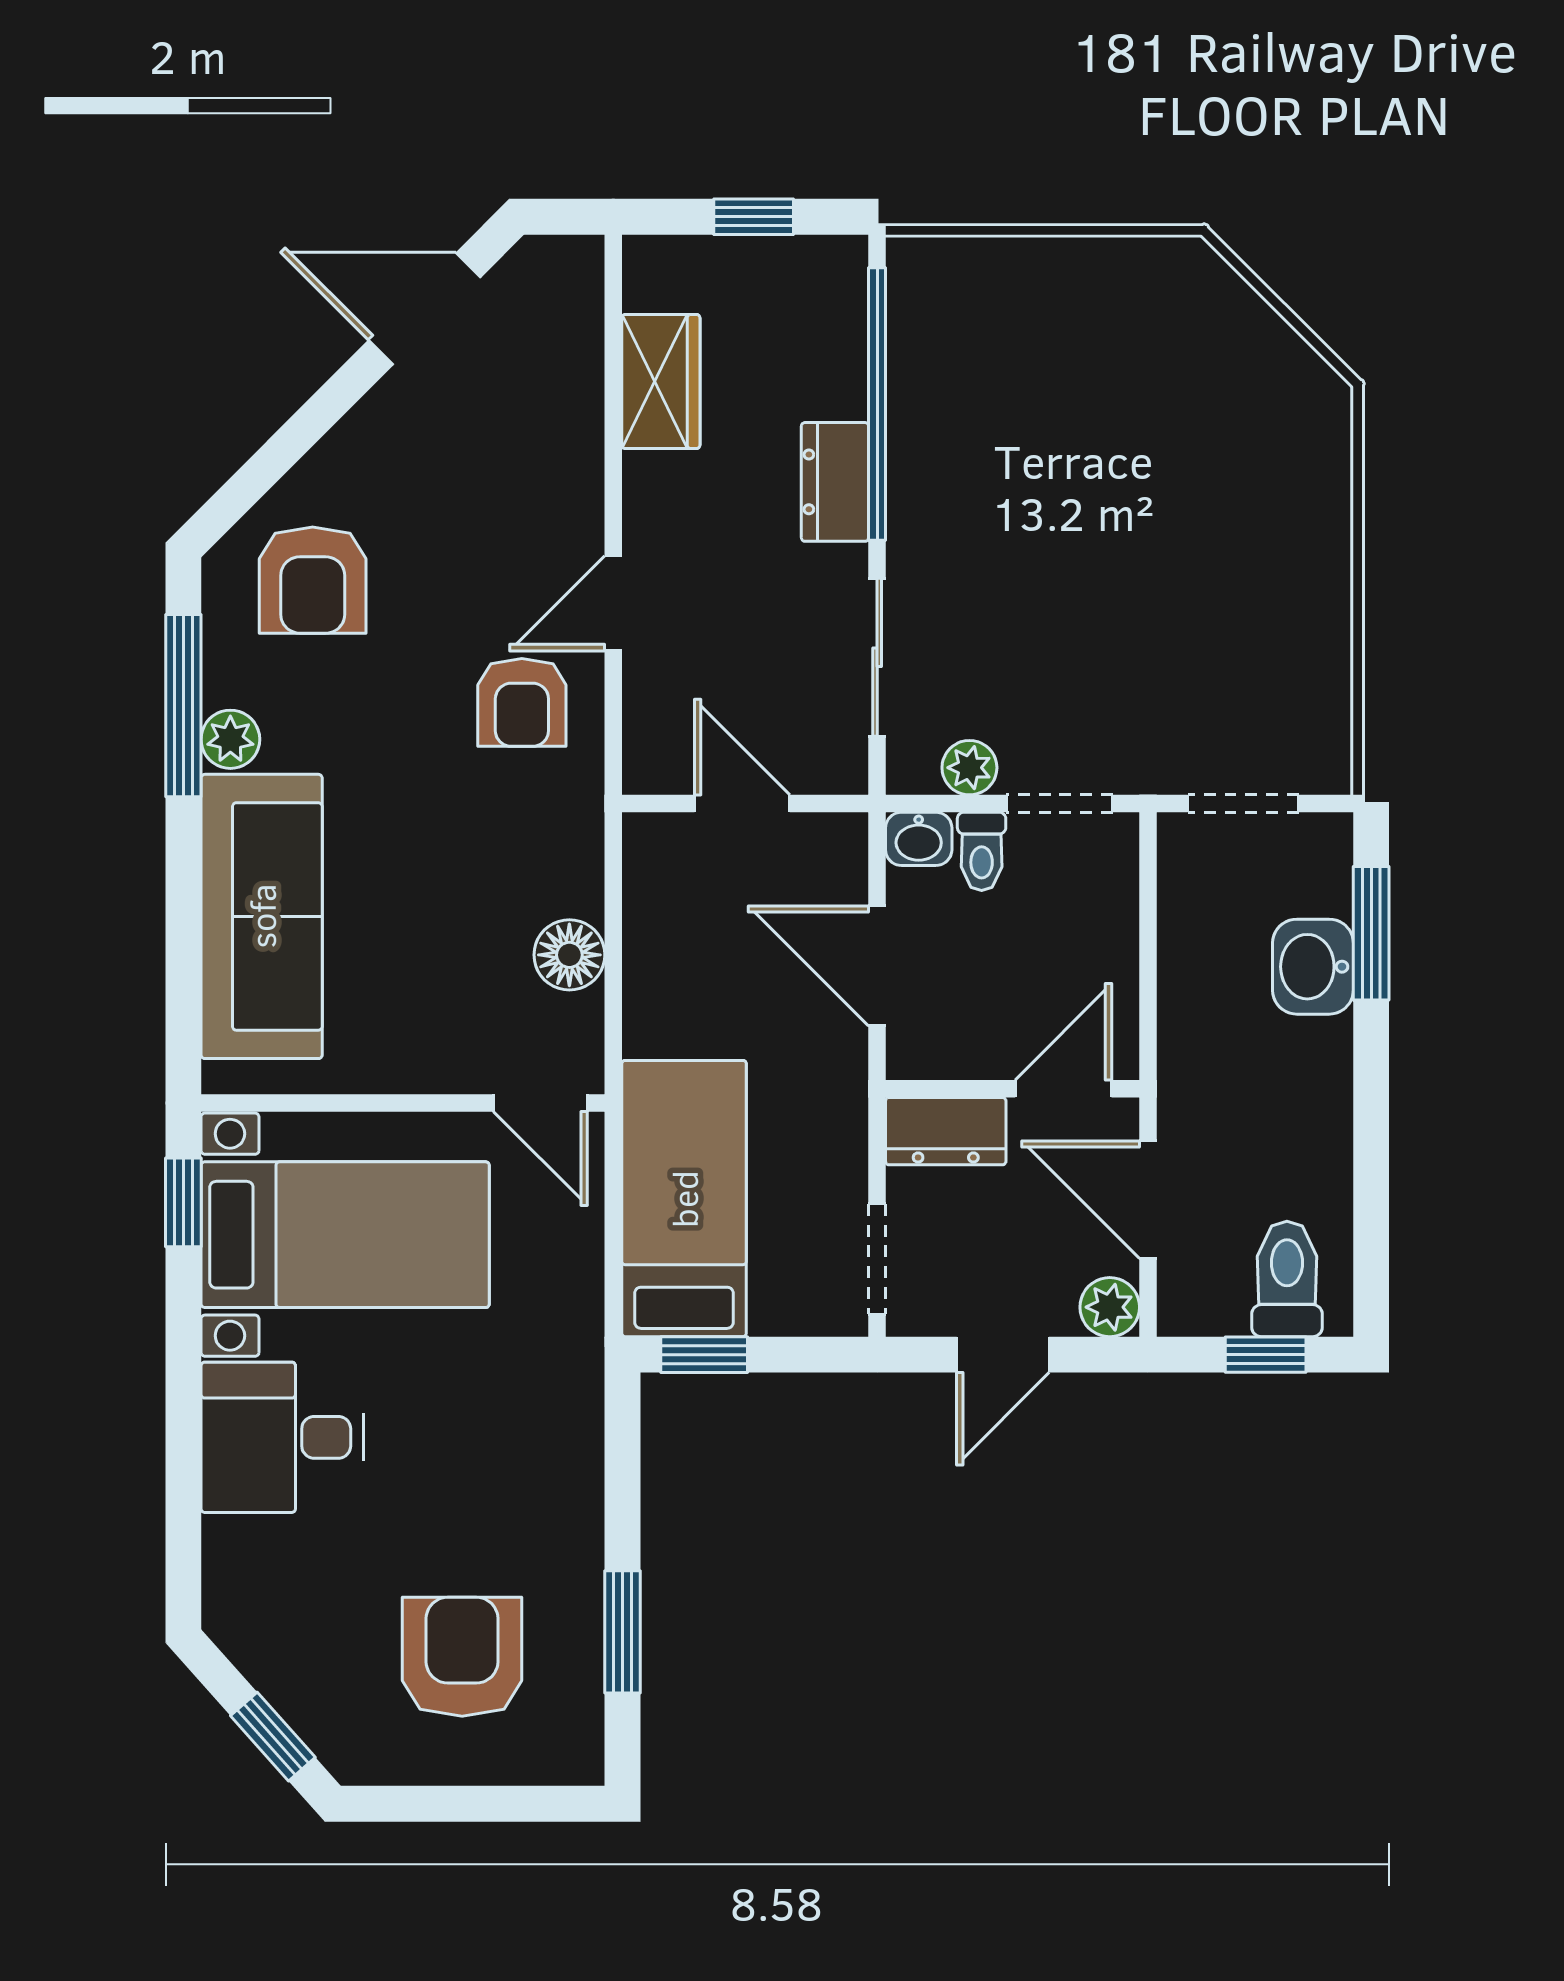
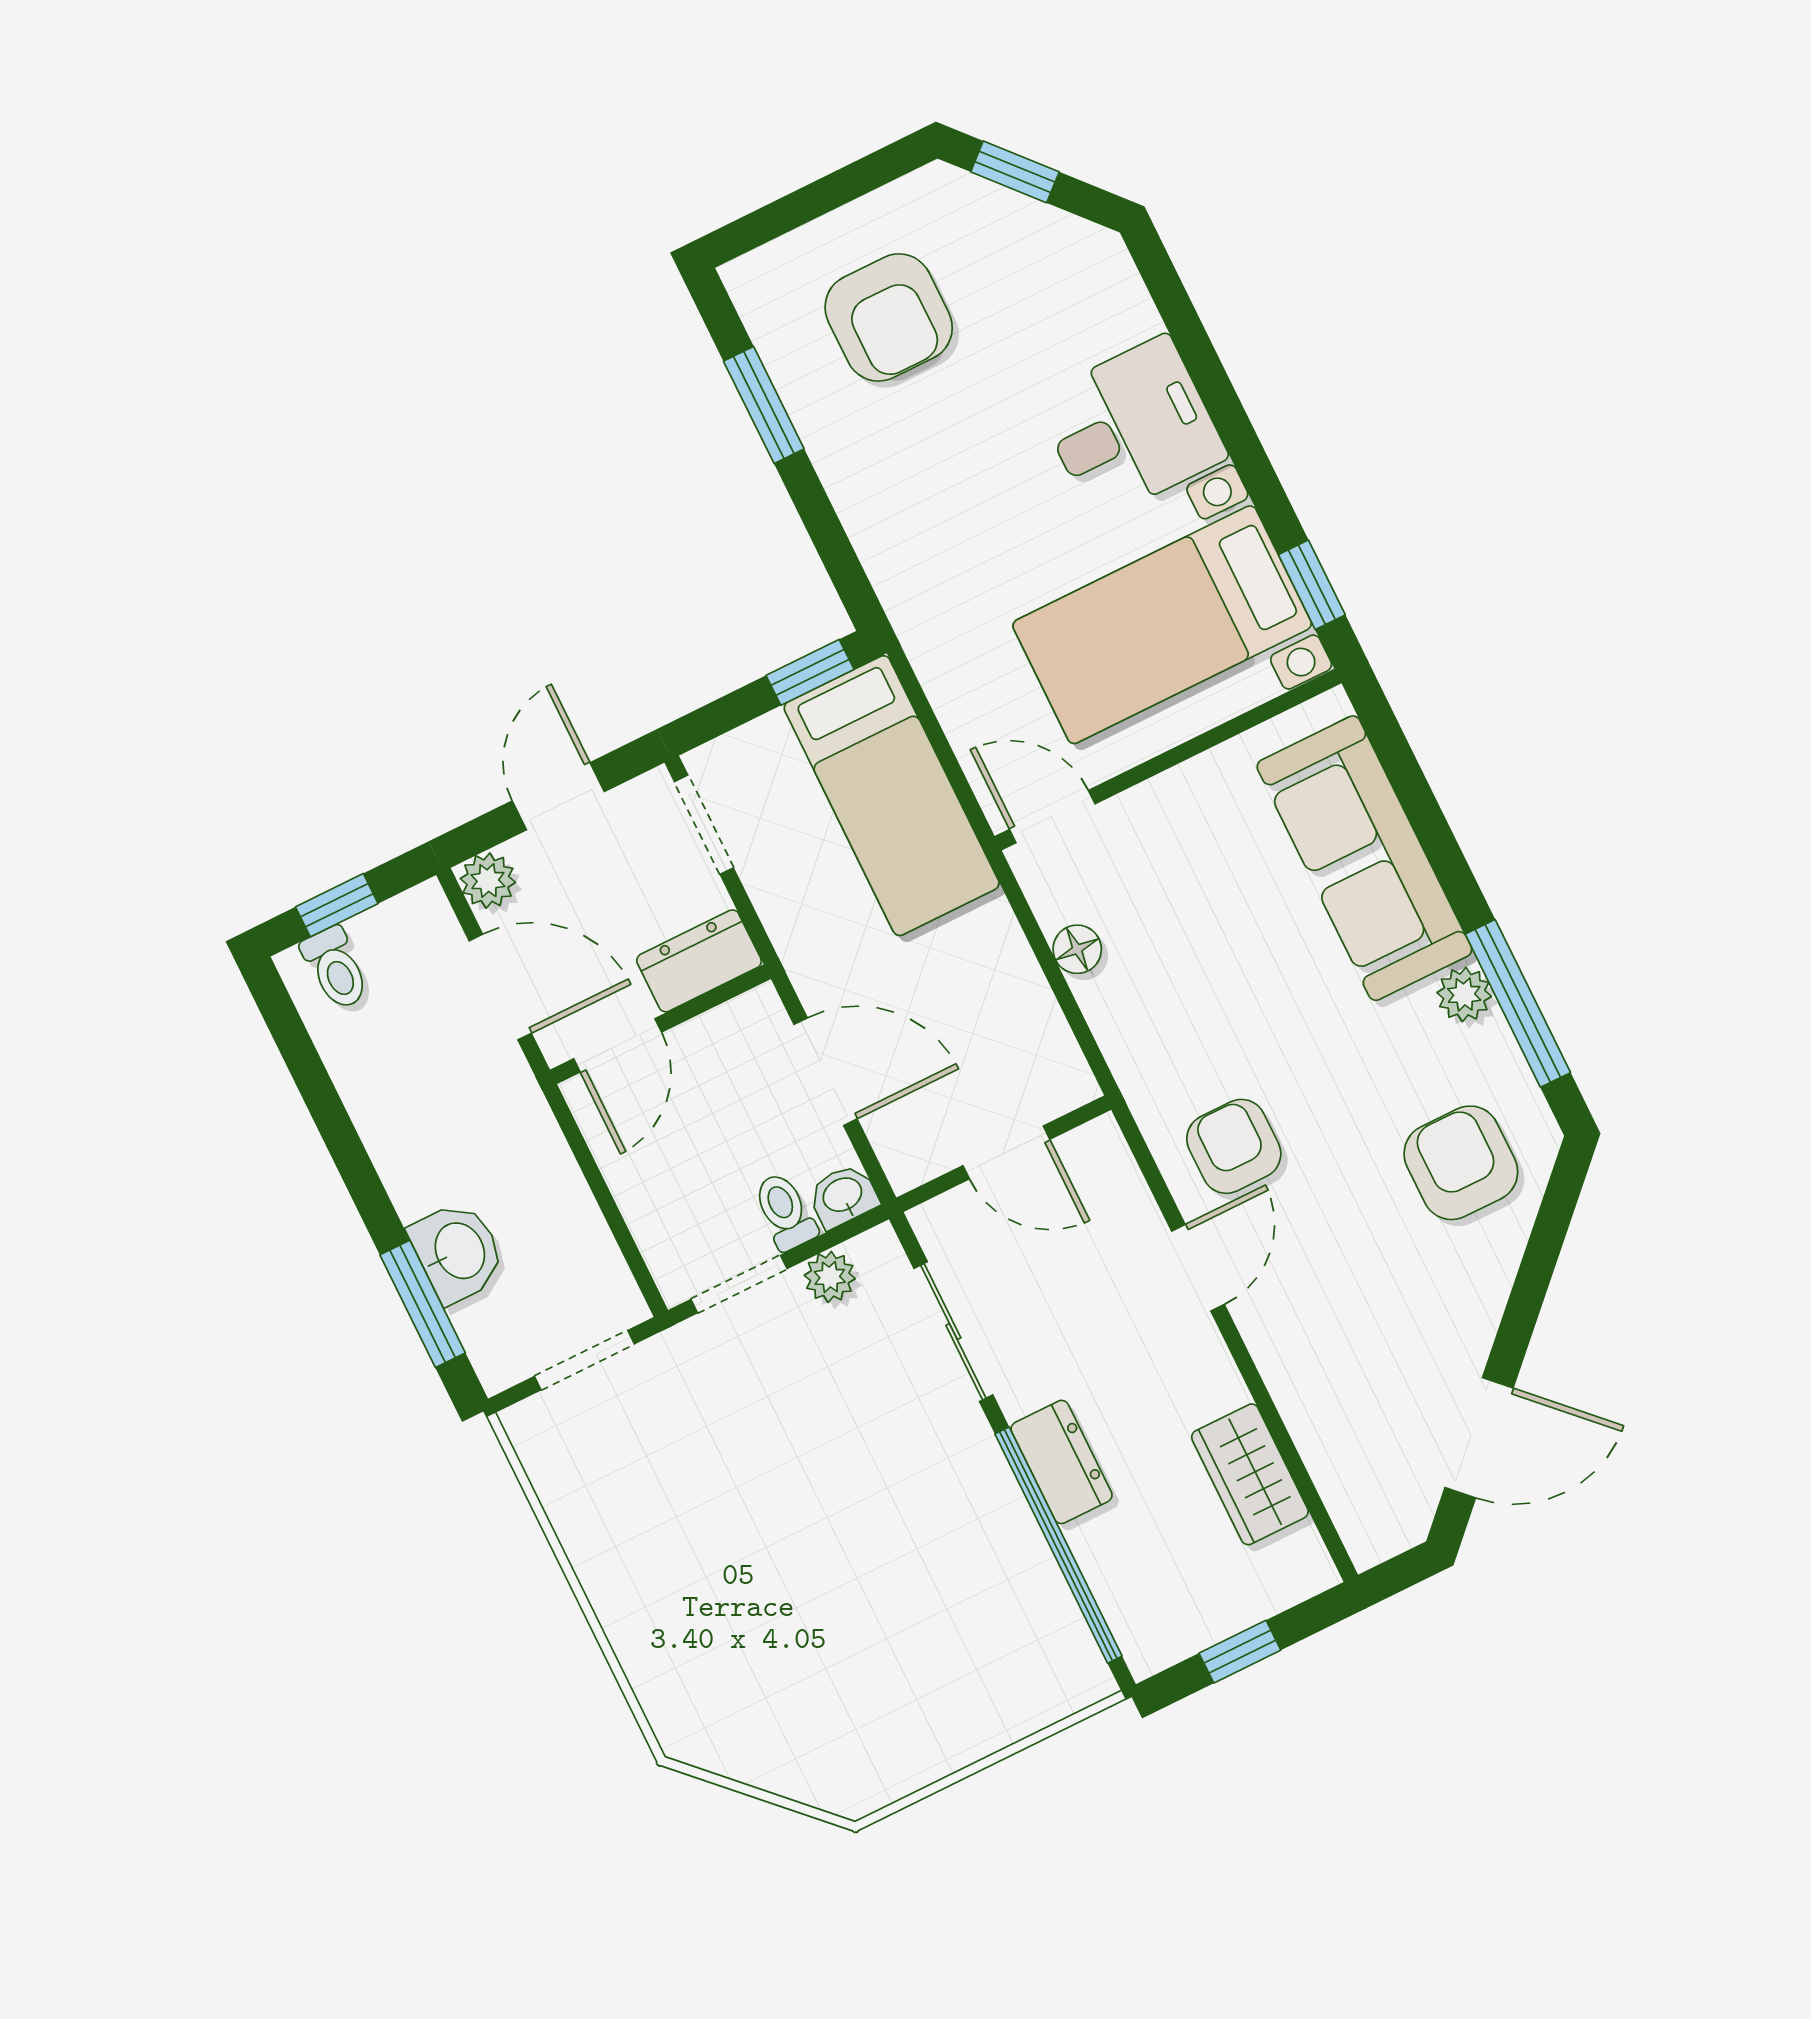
floor lamp: (569, 955) -> (1077, 949), width x0.73, depth x0.73
toilet: (1287, 1279) -> (336, 968), width x0.73, depth x0.72

